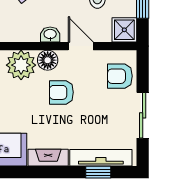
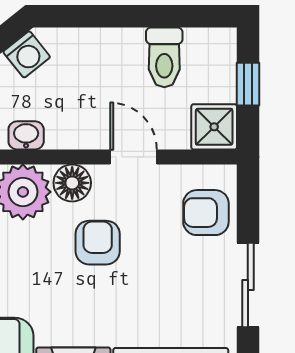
washbasin: (50, 34) -> (26, 135), moved
armchair: (61, 92) -> (98, 243), turned 90

